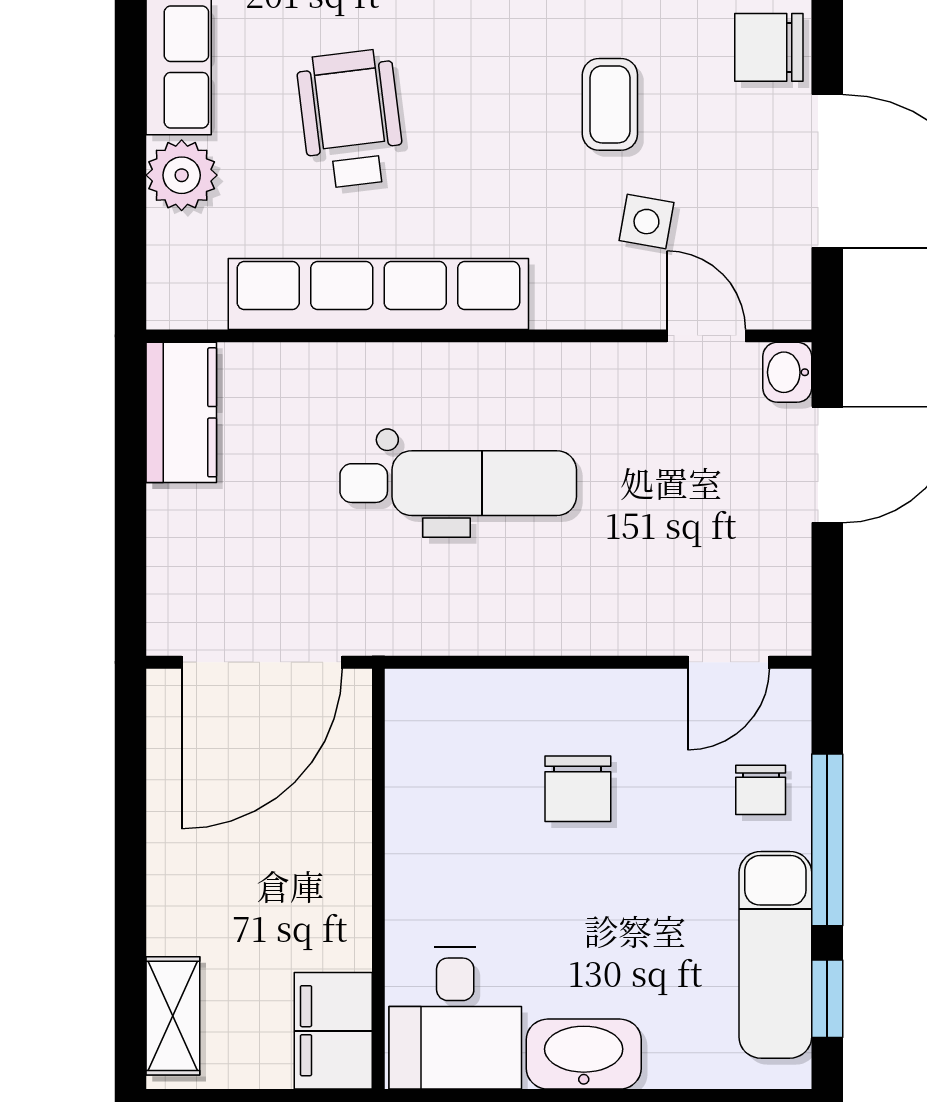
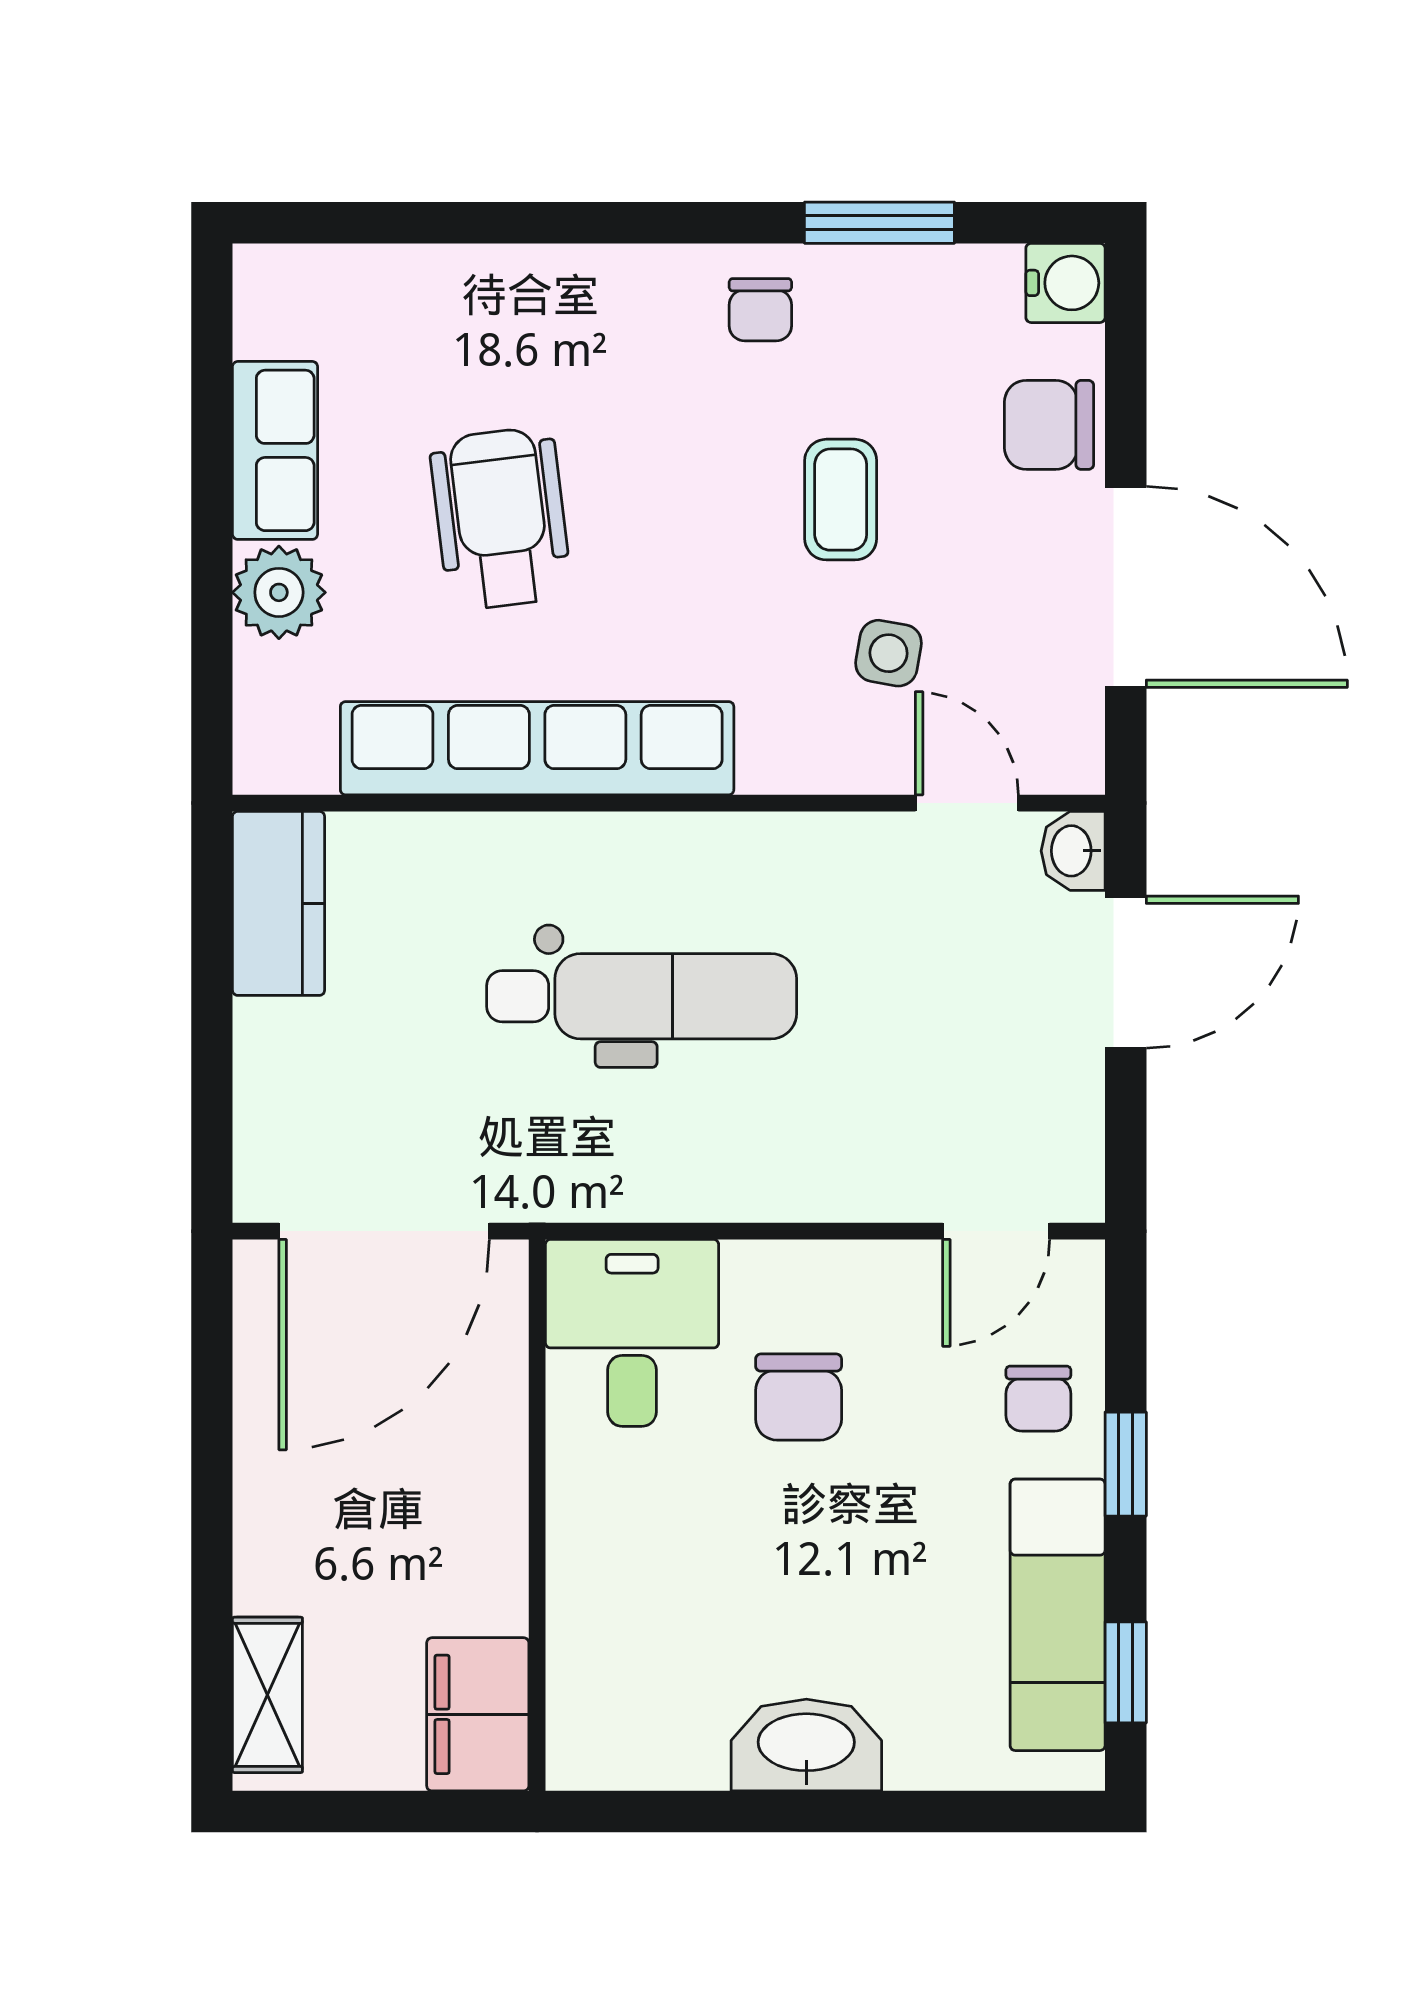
window: (827, 840) -> (1126, 1464), width x0.46
desk: (455, 1018) -> (632, 1333), moved, turned 180

